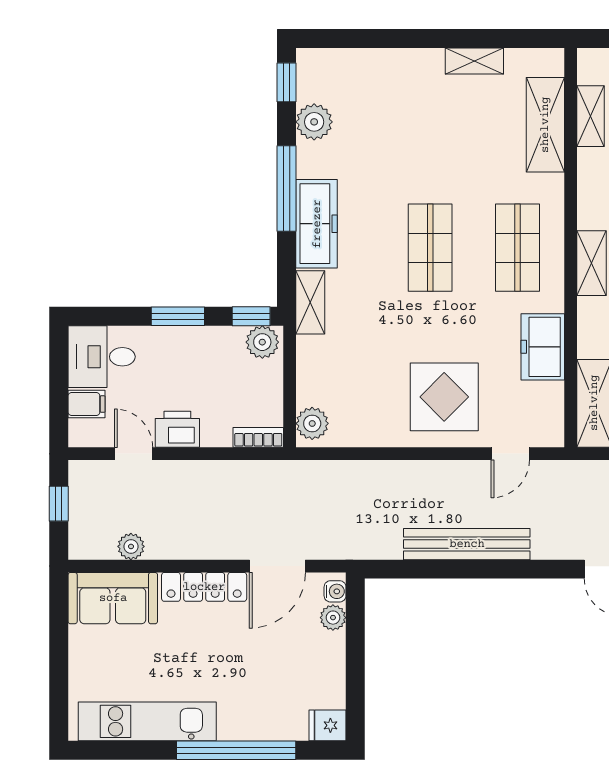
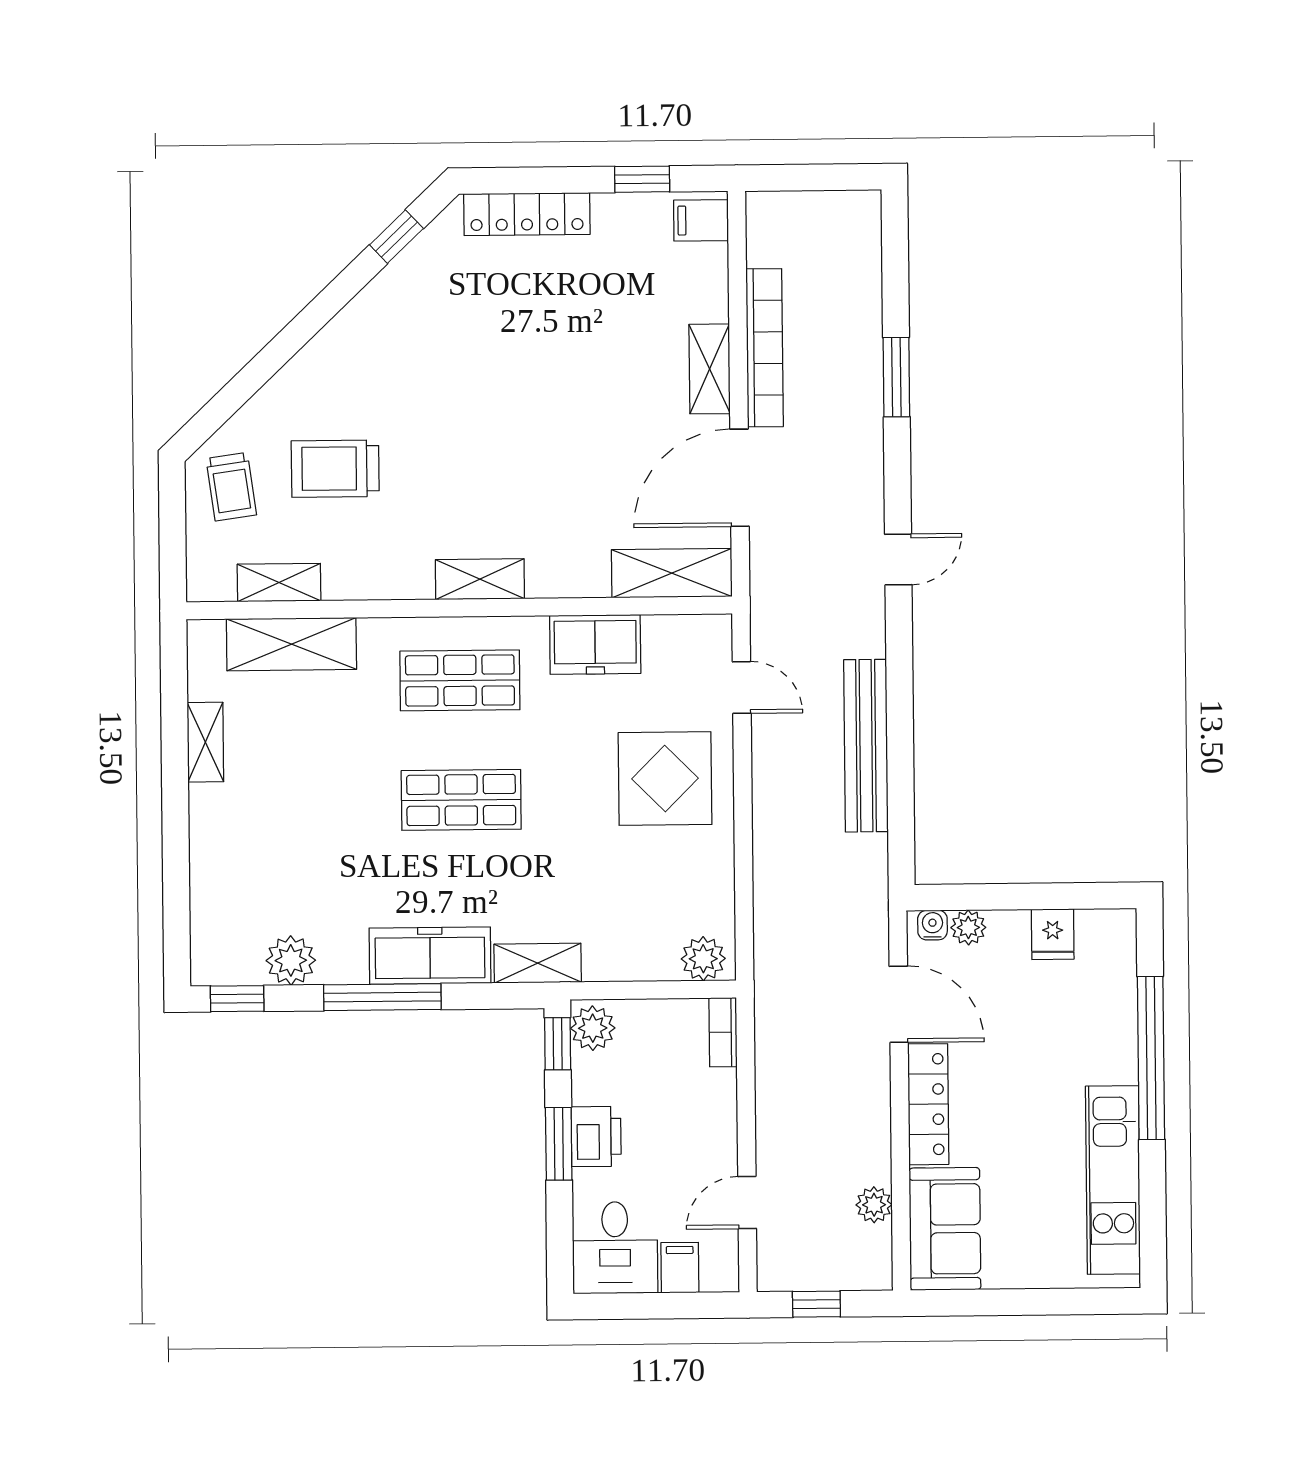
printer: (177, 429) -> (596, 1137), moved, turned 180
fridge: (327, 725) -> (1053, 934), moved

